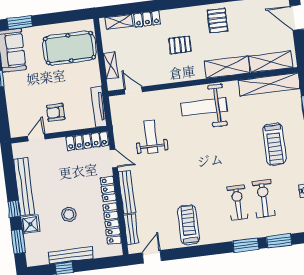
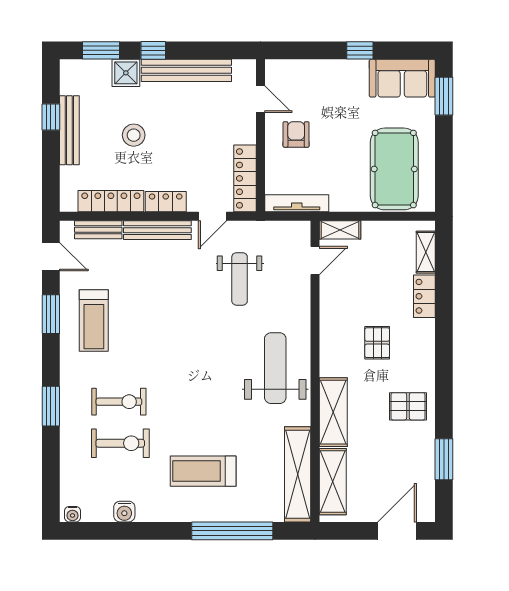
shelving: (111, 66) -> (340, 230), moved
weight bench: (151, 137) -> (240, 279), turned 90
treadmill: (189, 225) -> (94, 321), turned 90
window: (279, 241) -> (51, 314), moved

